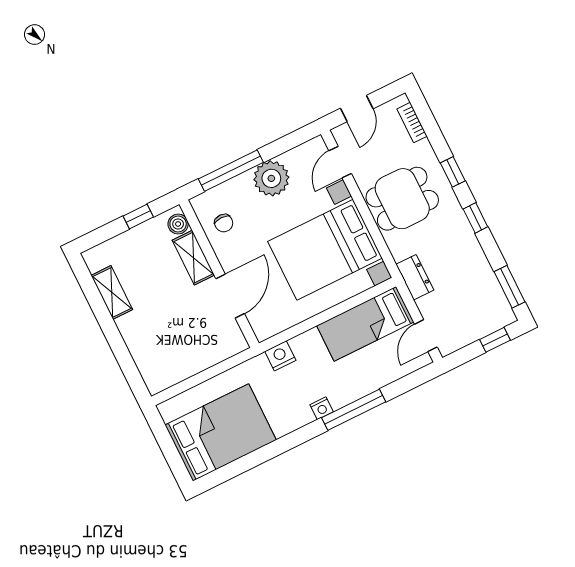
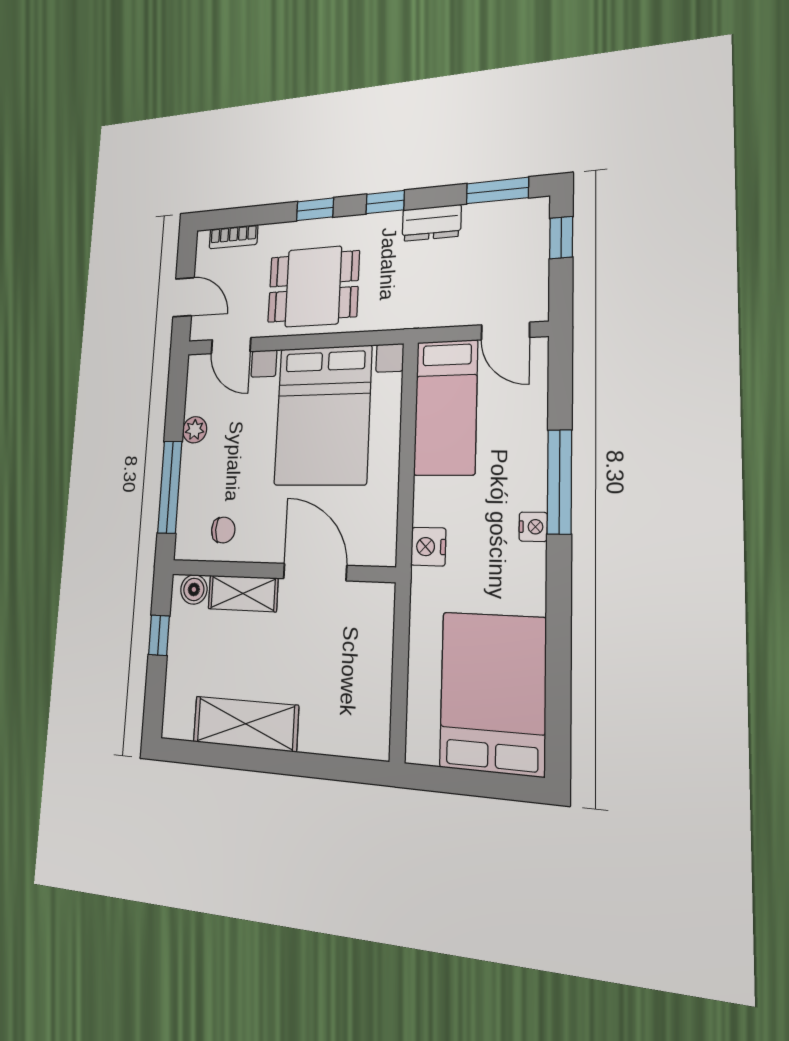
plant: (271, 178) -> (195, 430), width x0.53, depth x0.53
dining table: (402, 199) -> (313, 287), turned 90
dresser: (415, 277) -> (431, 223), moved, turned 180
shelving: (112, 292) -> (245, 724), width x1.50, depth x1.33

